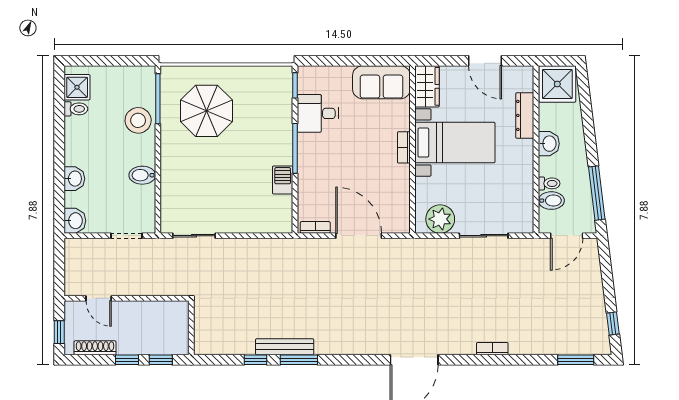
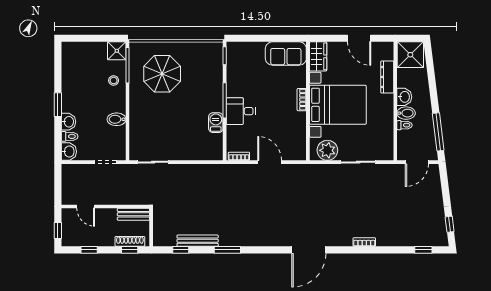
shower: (77, 87) -> (117, 51), moved
toilet: (76, 109) -> (70, 136), moved
desk: (318, 113) -> (241, 111), moved
stool: (138, 120) -> (114, 80), width x0.53, depth x0.53
bed with nightstands: (455, 143) -> (338, 105), width x1.36
window: (59, 155) -> (58, 105), added
bidet: (551, 201) -> (406, 113), moved
door: (359, 236) -> (270, 162), width x0.73
bench: (166, 309) -> (133, 214), added
bench: (285, 347) -> (198, 241), moved
shoe rack: (95, 348) -> (130, 241), moved
window: (127, 360) -> (89, 250), moved
window: (256, 360) -> (181, 250), moved
window: (576, 360) -> (423, 250), width x0.67

